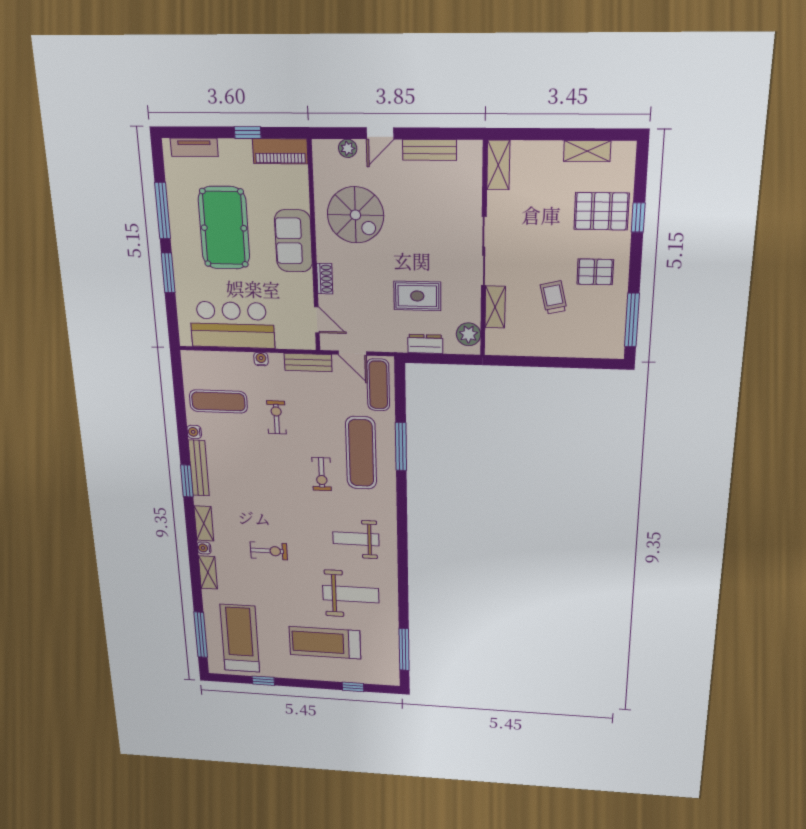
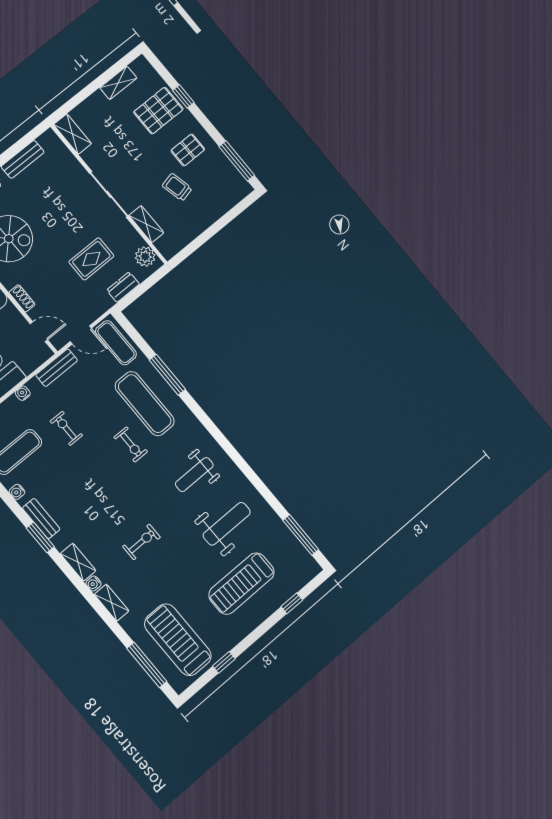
bench: (199, 468) -> (41, 519), width x0.73

